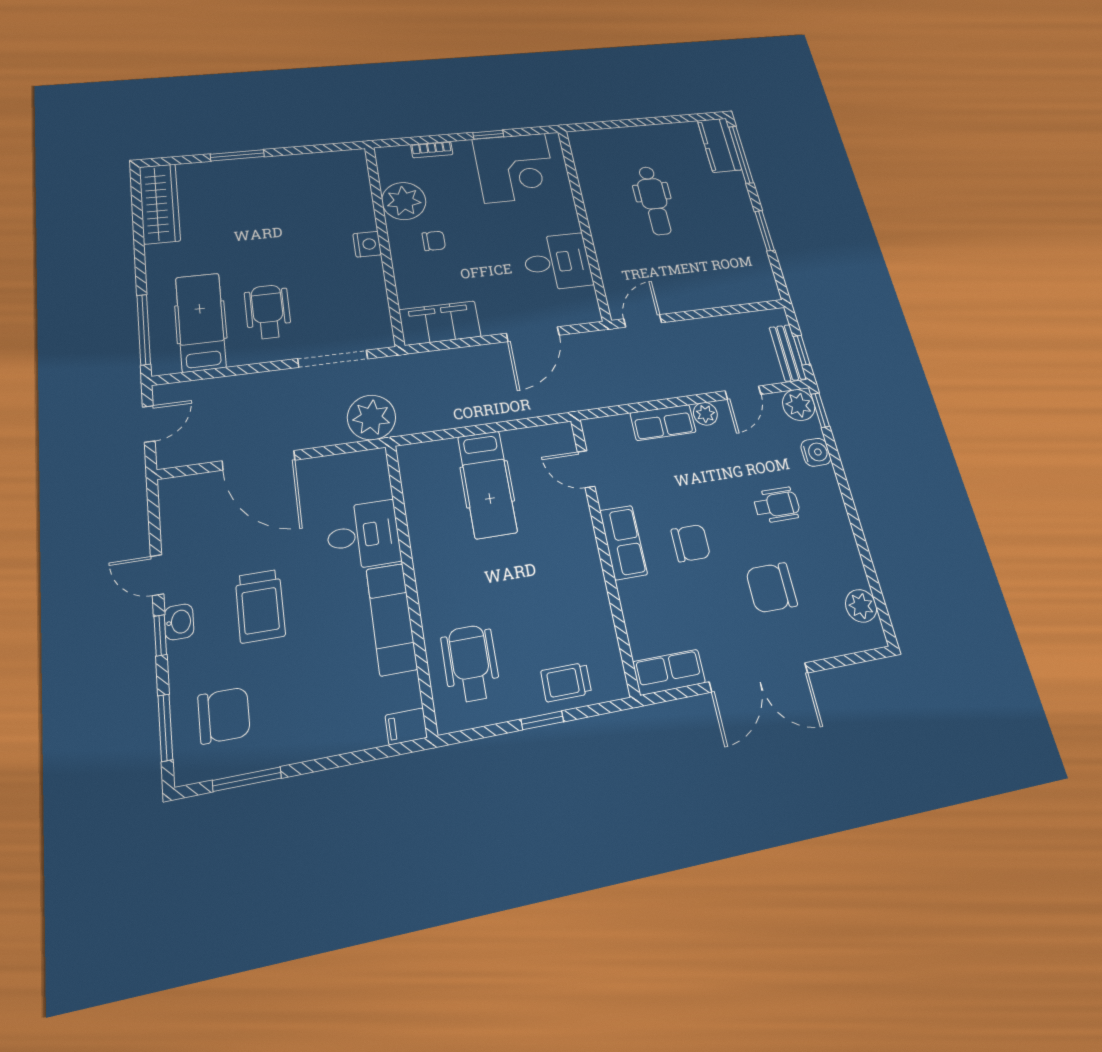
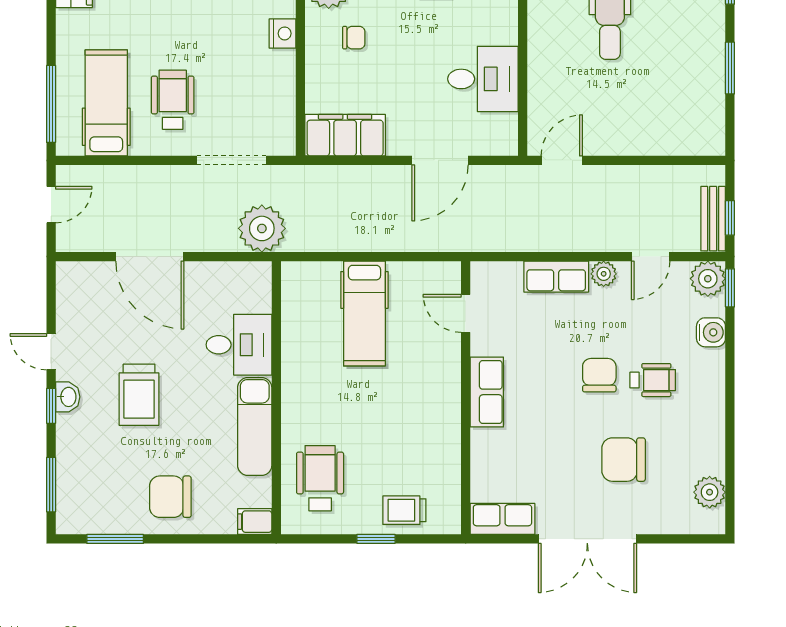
chair: (691, 543) -> (599, 375), moved, turned -90
chair: (224, 715) -> (170, 497), moved, turned 180

